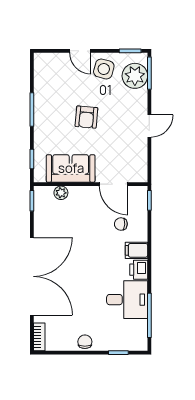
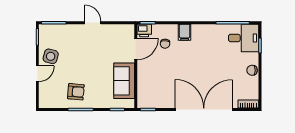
plant: (135, 76) -> (56, 33), removed
armchair: (86, 117) -> (76, 92), moved
plant: (61, 193) -> (142, 88), removed
printer: (139, 270) -> (144, 30), moved
desk: (127, 300) -> (244, 38), moved, turned 90

